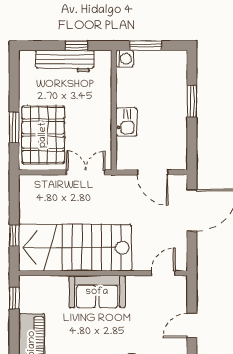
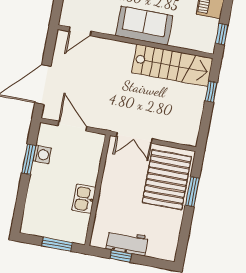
washing machine: (125, 59) -> (42, 154), moved, turned 180
workbench: (65, 61) -> (127, 243), width x0.73
window: (192, 101) -> (29, 159), moved
kitchen sink: (126, 122) -> (84, 199), moved
stairs: (75, 248) -> (172, 65), width x0.73, depth x0.66

